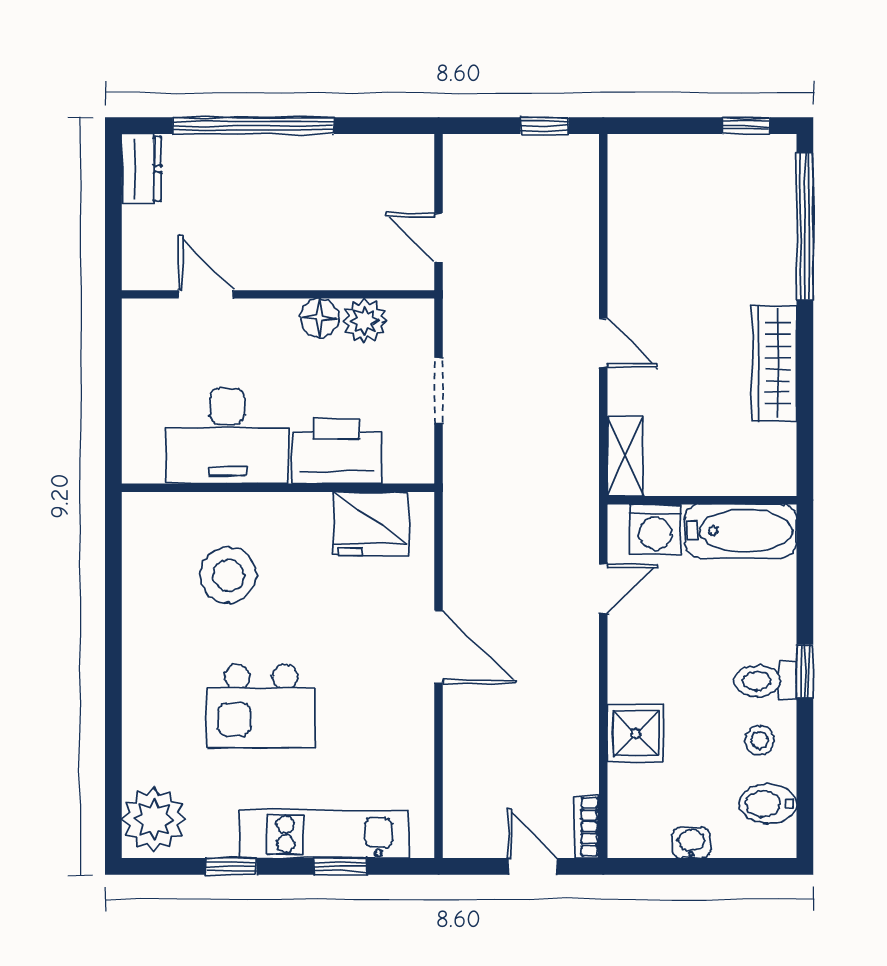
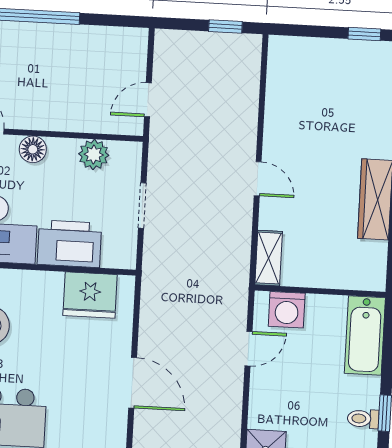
door: (439, 238) -> (148, 100), hinge flipped
floor lamp: (320, 318) -> (33, 149), moved
bathtub: (740, 531) -> (365, 336), moved, turned 90
toilet: (765, 681) -> (363, 419), width x0.73, depth x0.72

